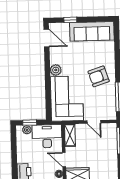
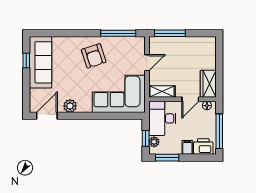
window: (70, 20) -> (26, 61), moved
plant: (56, 70) -> (70, 106), moved
window: (14, 141) -> (167, 158), added
filing cabinet: (23, 158) -> (187, 147), added

